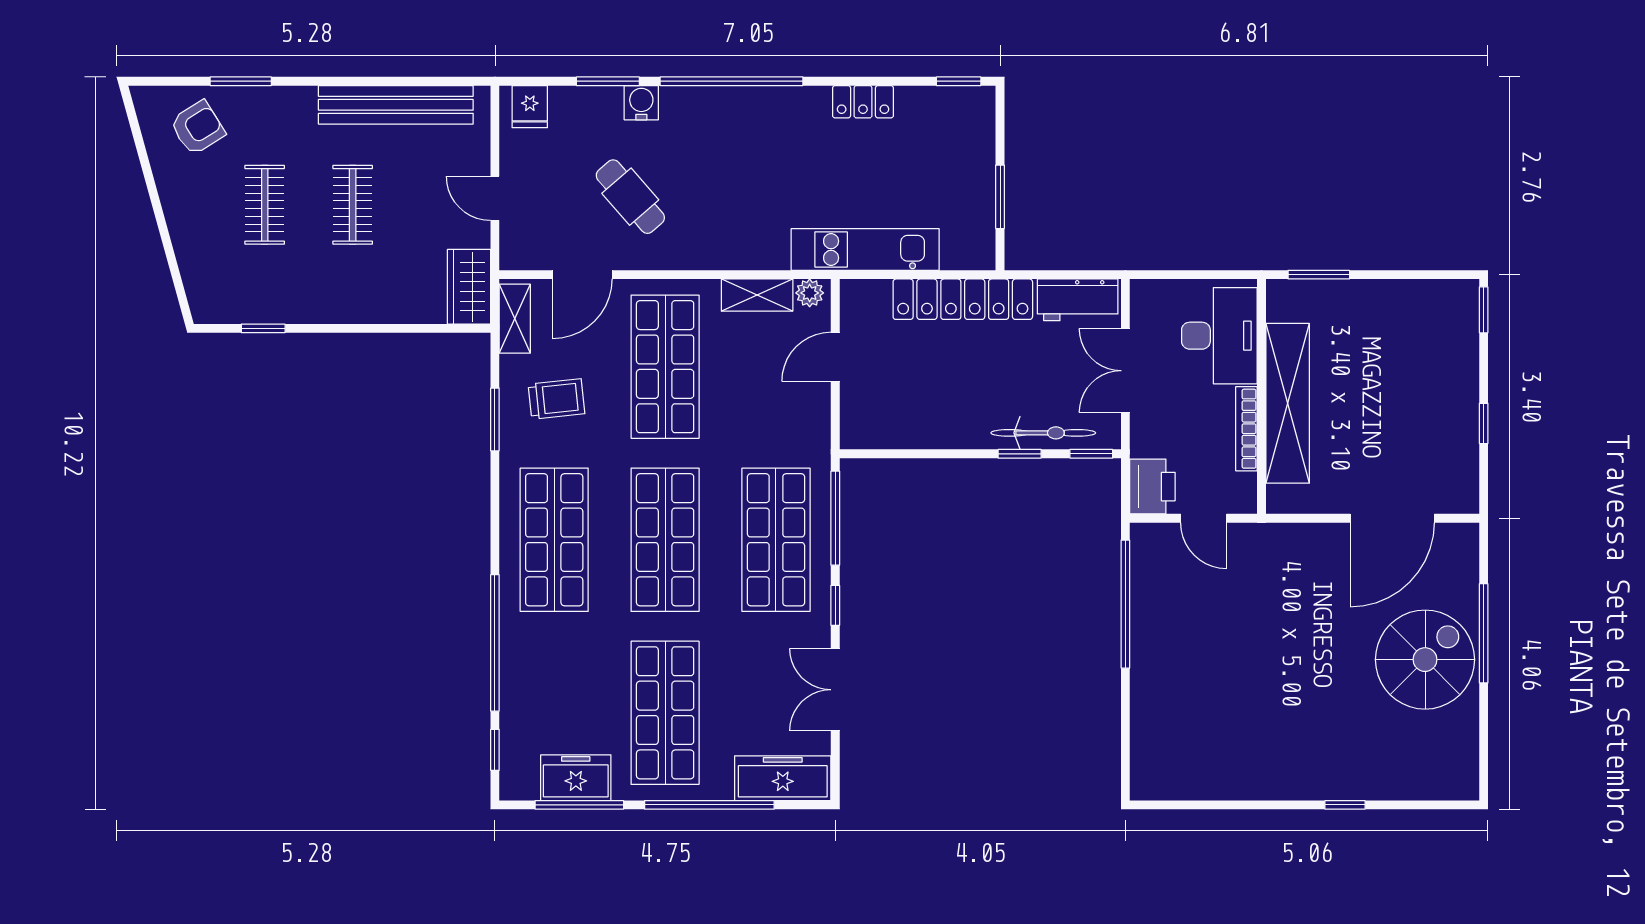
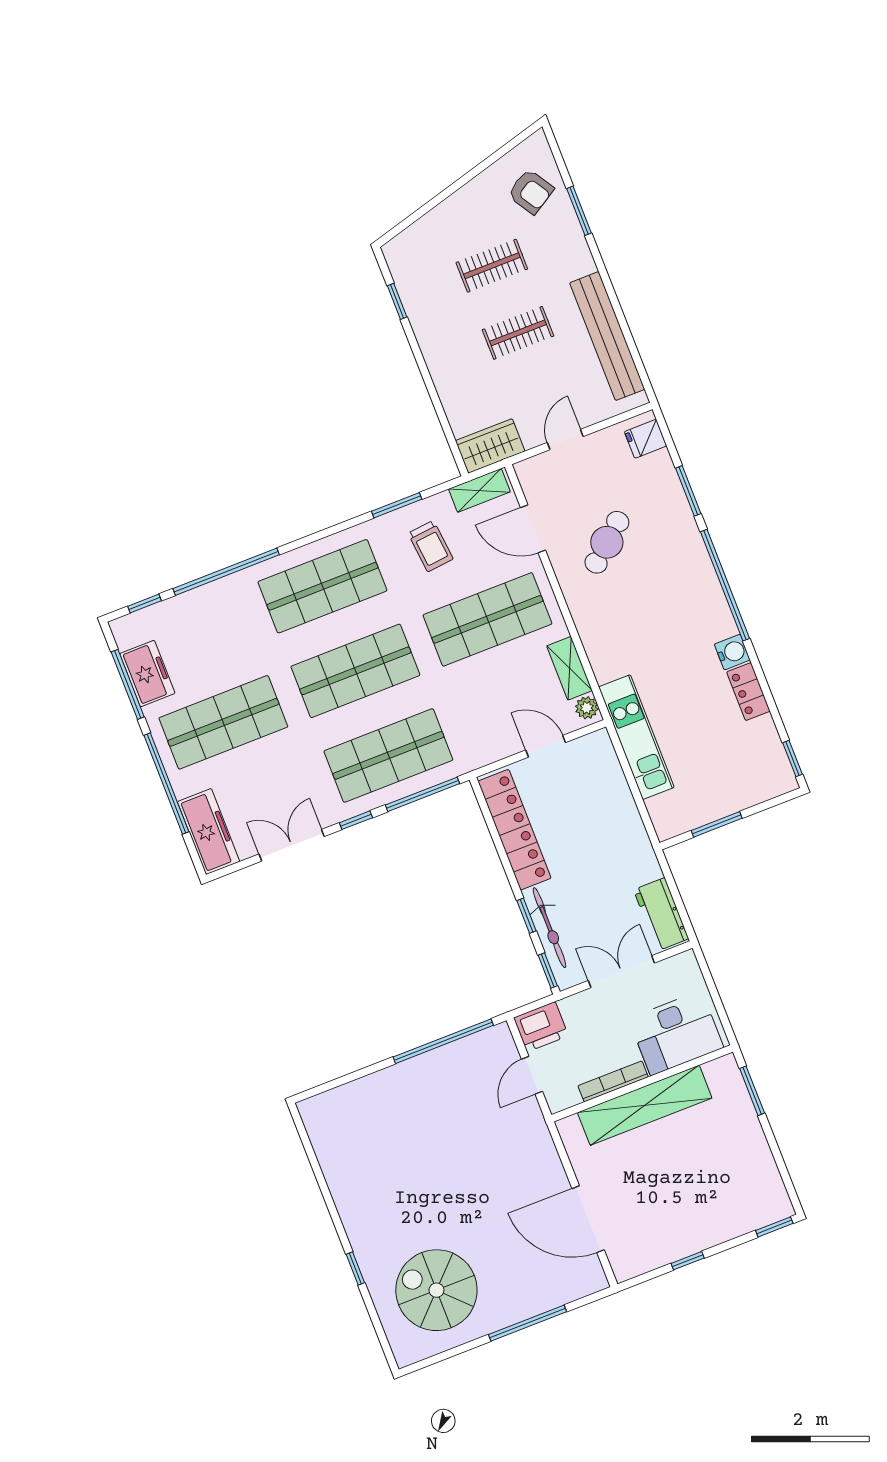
water cooler: (641, 103) -> (732, 652), moved
locker: (963, 299) -> (514, 830), moved, turned 180
spiral stairs: (1425, 660) -> (436, 1290), moved, turned 180

